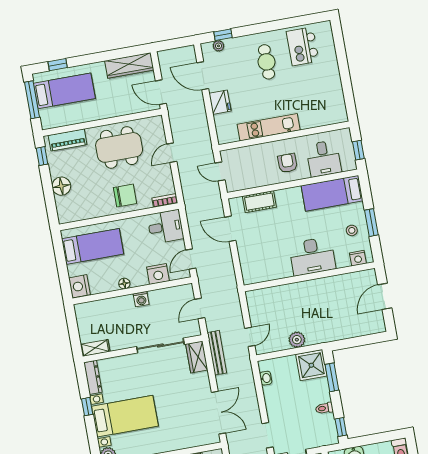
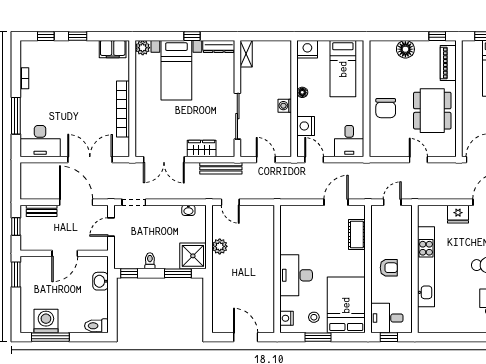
kitchen unit: (269, 127) -> (426, 267), width x1.36
desk: (324, 158) -> (387, 318), moved
bed: (332, 193) -> (346, 305), width x1.50
bookcase: (165, 200) -> (374, 145), removed
wardrobe: (197, 357) -> (202, 149), moved

